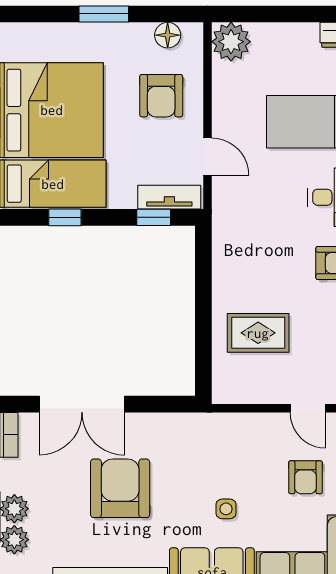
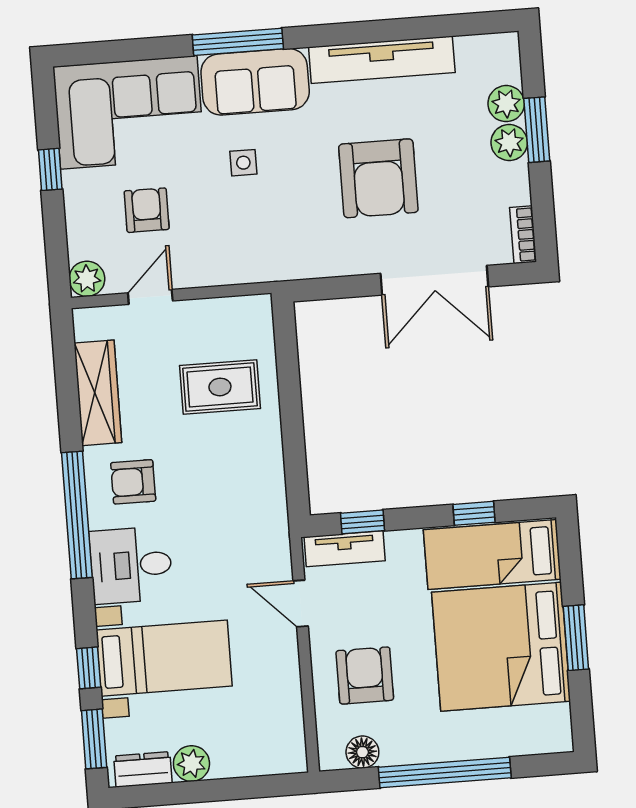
window: (104, 14) -> (445, 773), width x2.11
plant: (231, 42) -> (191, 764), moved, width x0.73, depth x0.73
double door: (82, 404) -> (434, 280), swing flipped
door: (308, 408) -> (150, 297), hinge flipped

